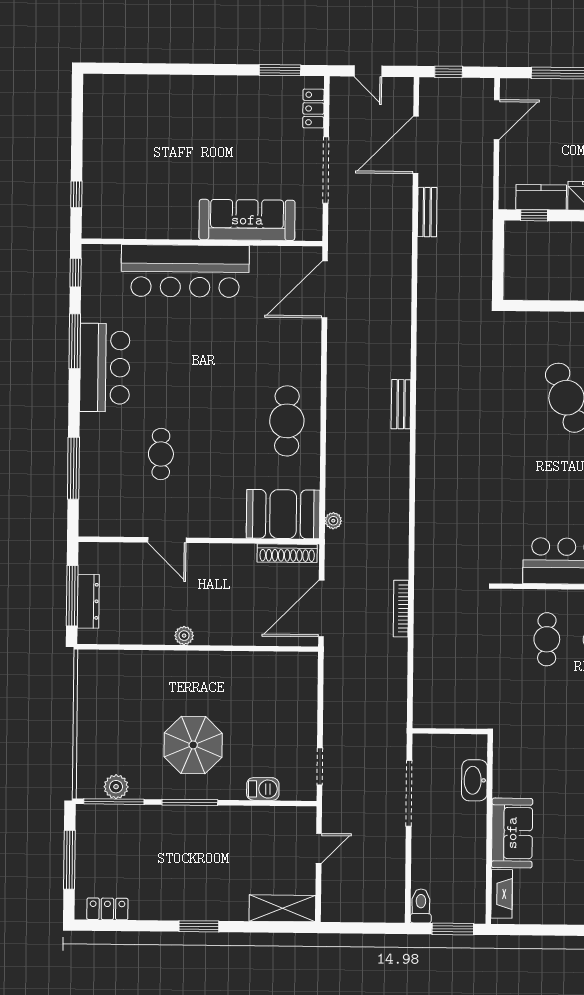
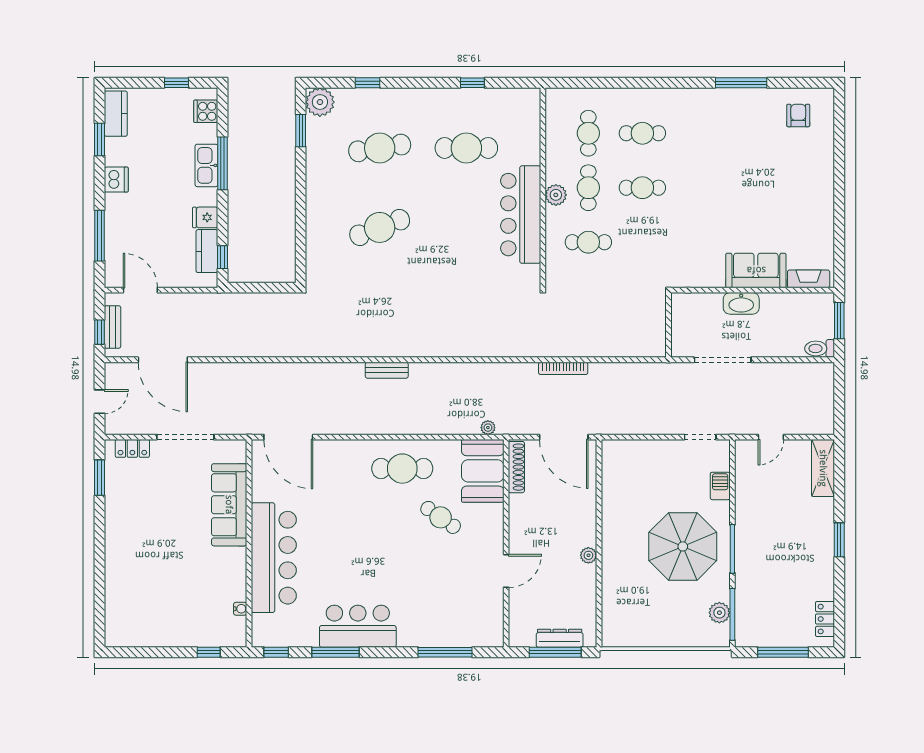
bench: (427, 212) -> (113, 327), moved, turned 90
water cooler: (126, 231) -> (240, 609), added
cafe table: (161, 454) -> (441, 517), moved, turned 35
parasol: (193, 745) -> (683, 546), width x1.36, depth x1.36
washbasin: (474, 780) -> (741, 303), moved
door: (319, 848) -> (771, 437), swing flipped

